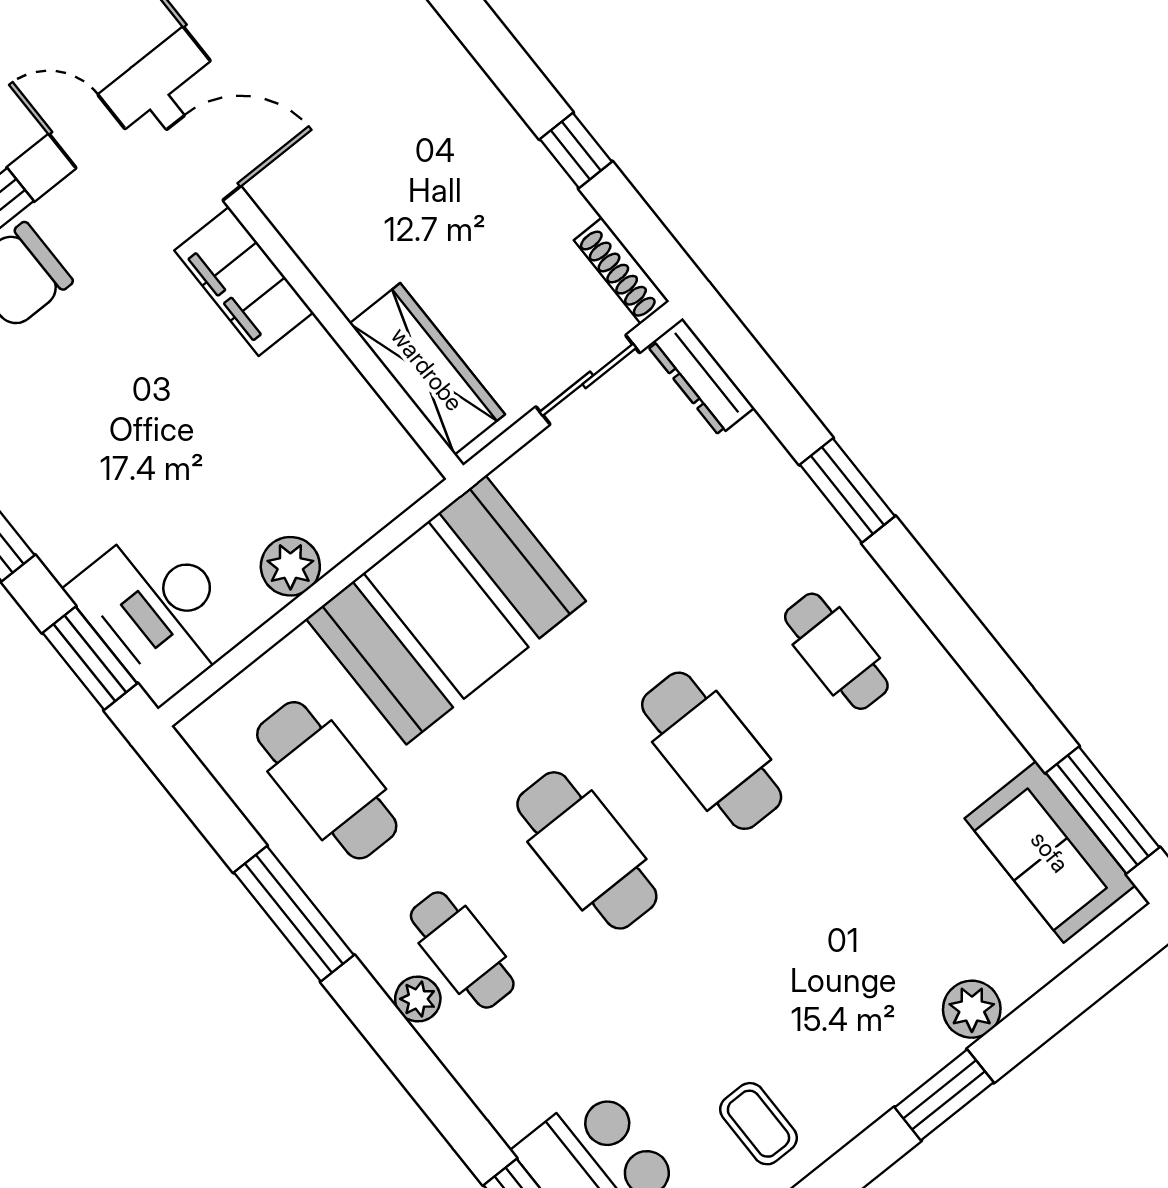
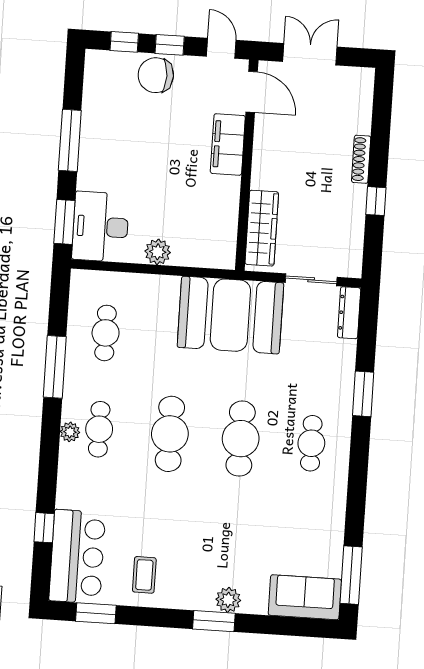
shoe rack: (621, 271) -> (361, 159), moved
booth: (446, 610) -> (230, 315), moved
cafe table: (327, 780) -> (106, 333), width x0.73, depth x0.74
sofa: (1050, 852) -> (305, 597), moved, turned 90
plant: (972, 1009) -> (228, 600), moved

